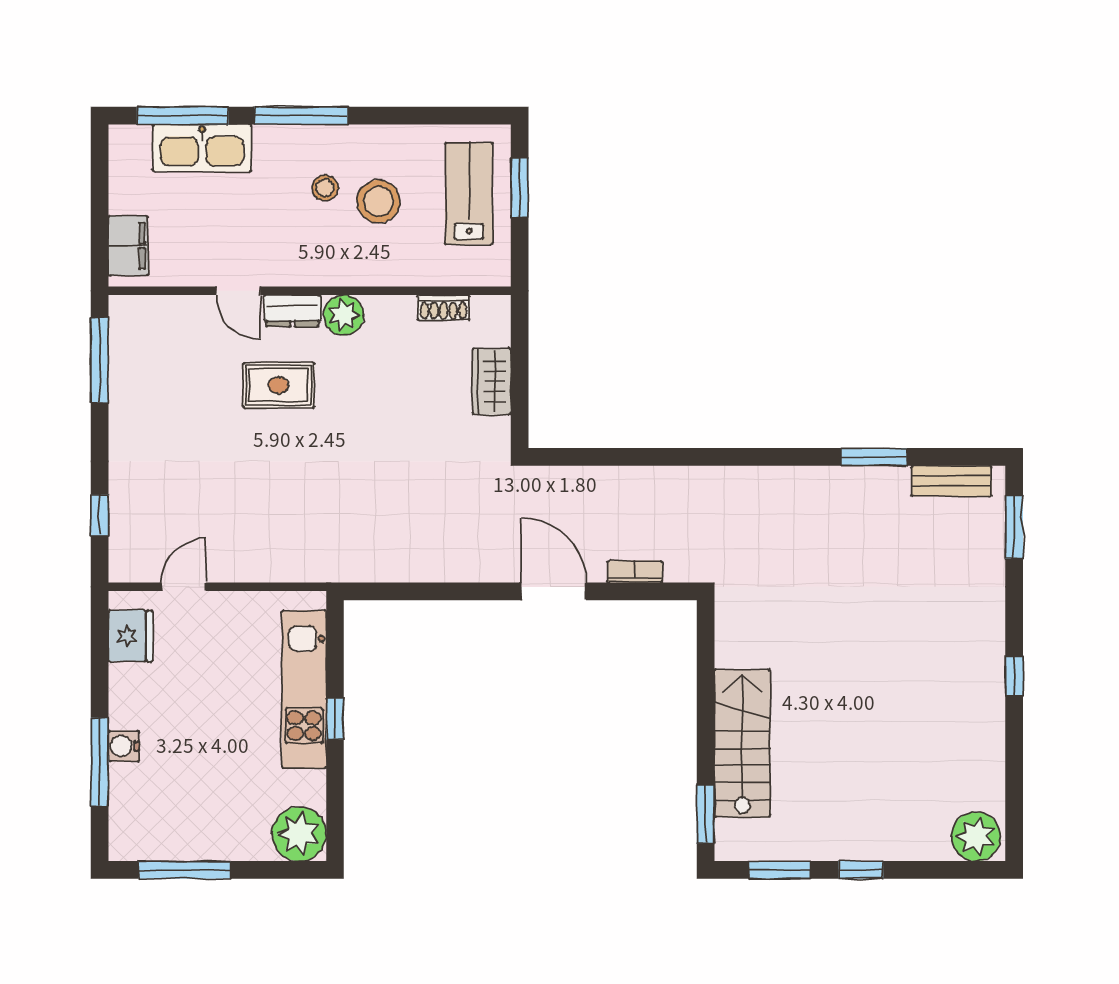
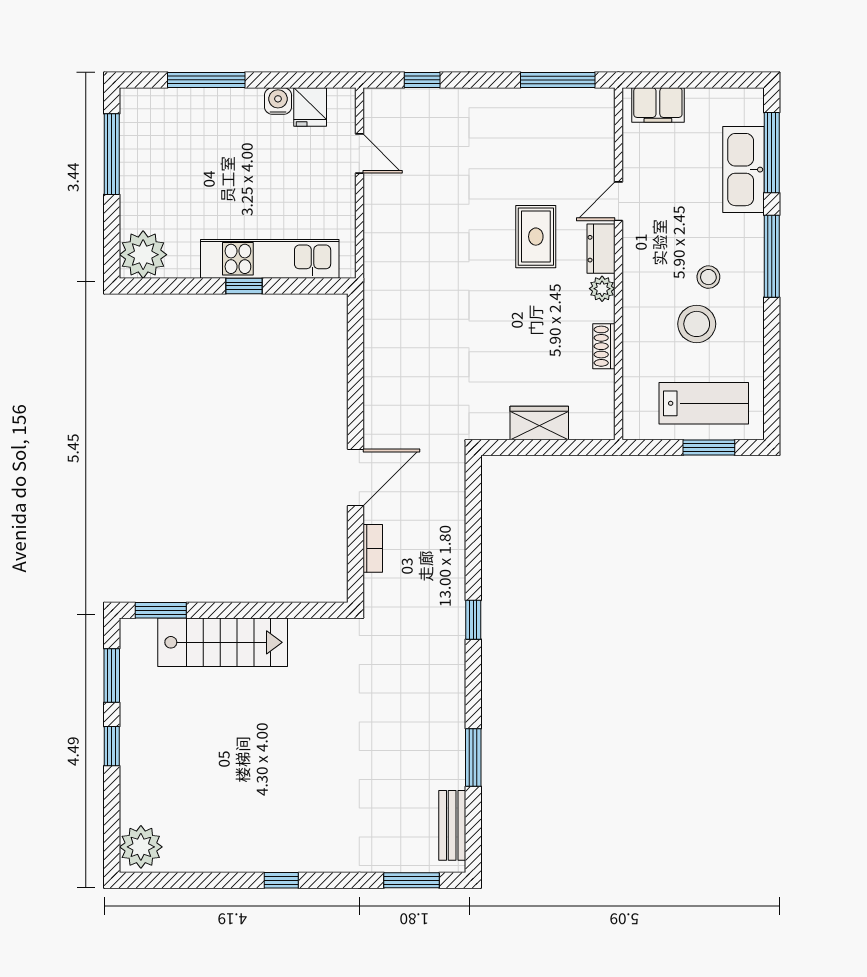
shoe rack: (444, 308) -> (604, 346), moved
plant: (344, 315) -> (602, 289), width x0.73, depth x0.73
window: (716, 457) -> (473, 620), added
fridge: (130, 636) -> (310, 107), width x0.72
water cooler: (124, 746) -> (278, 101), moved

